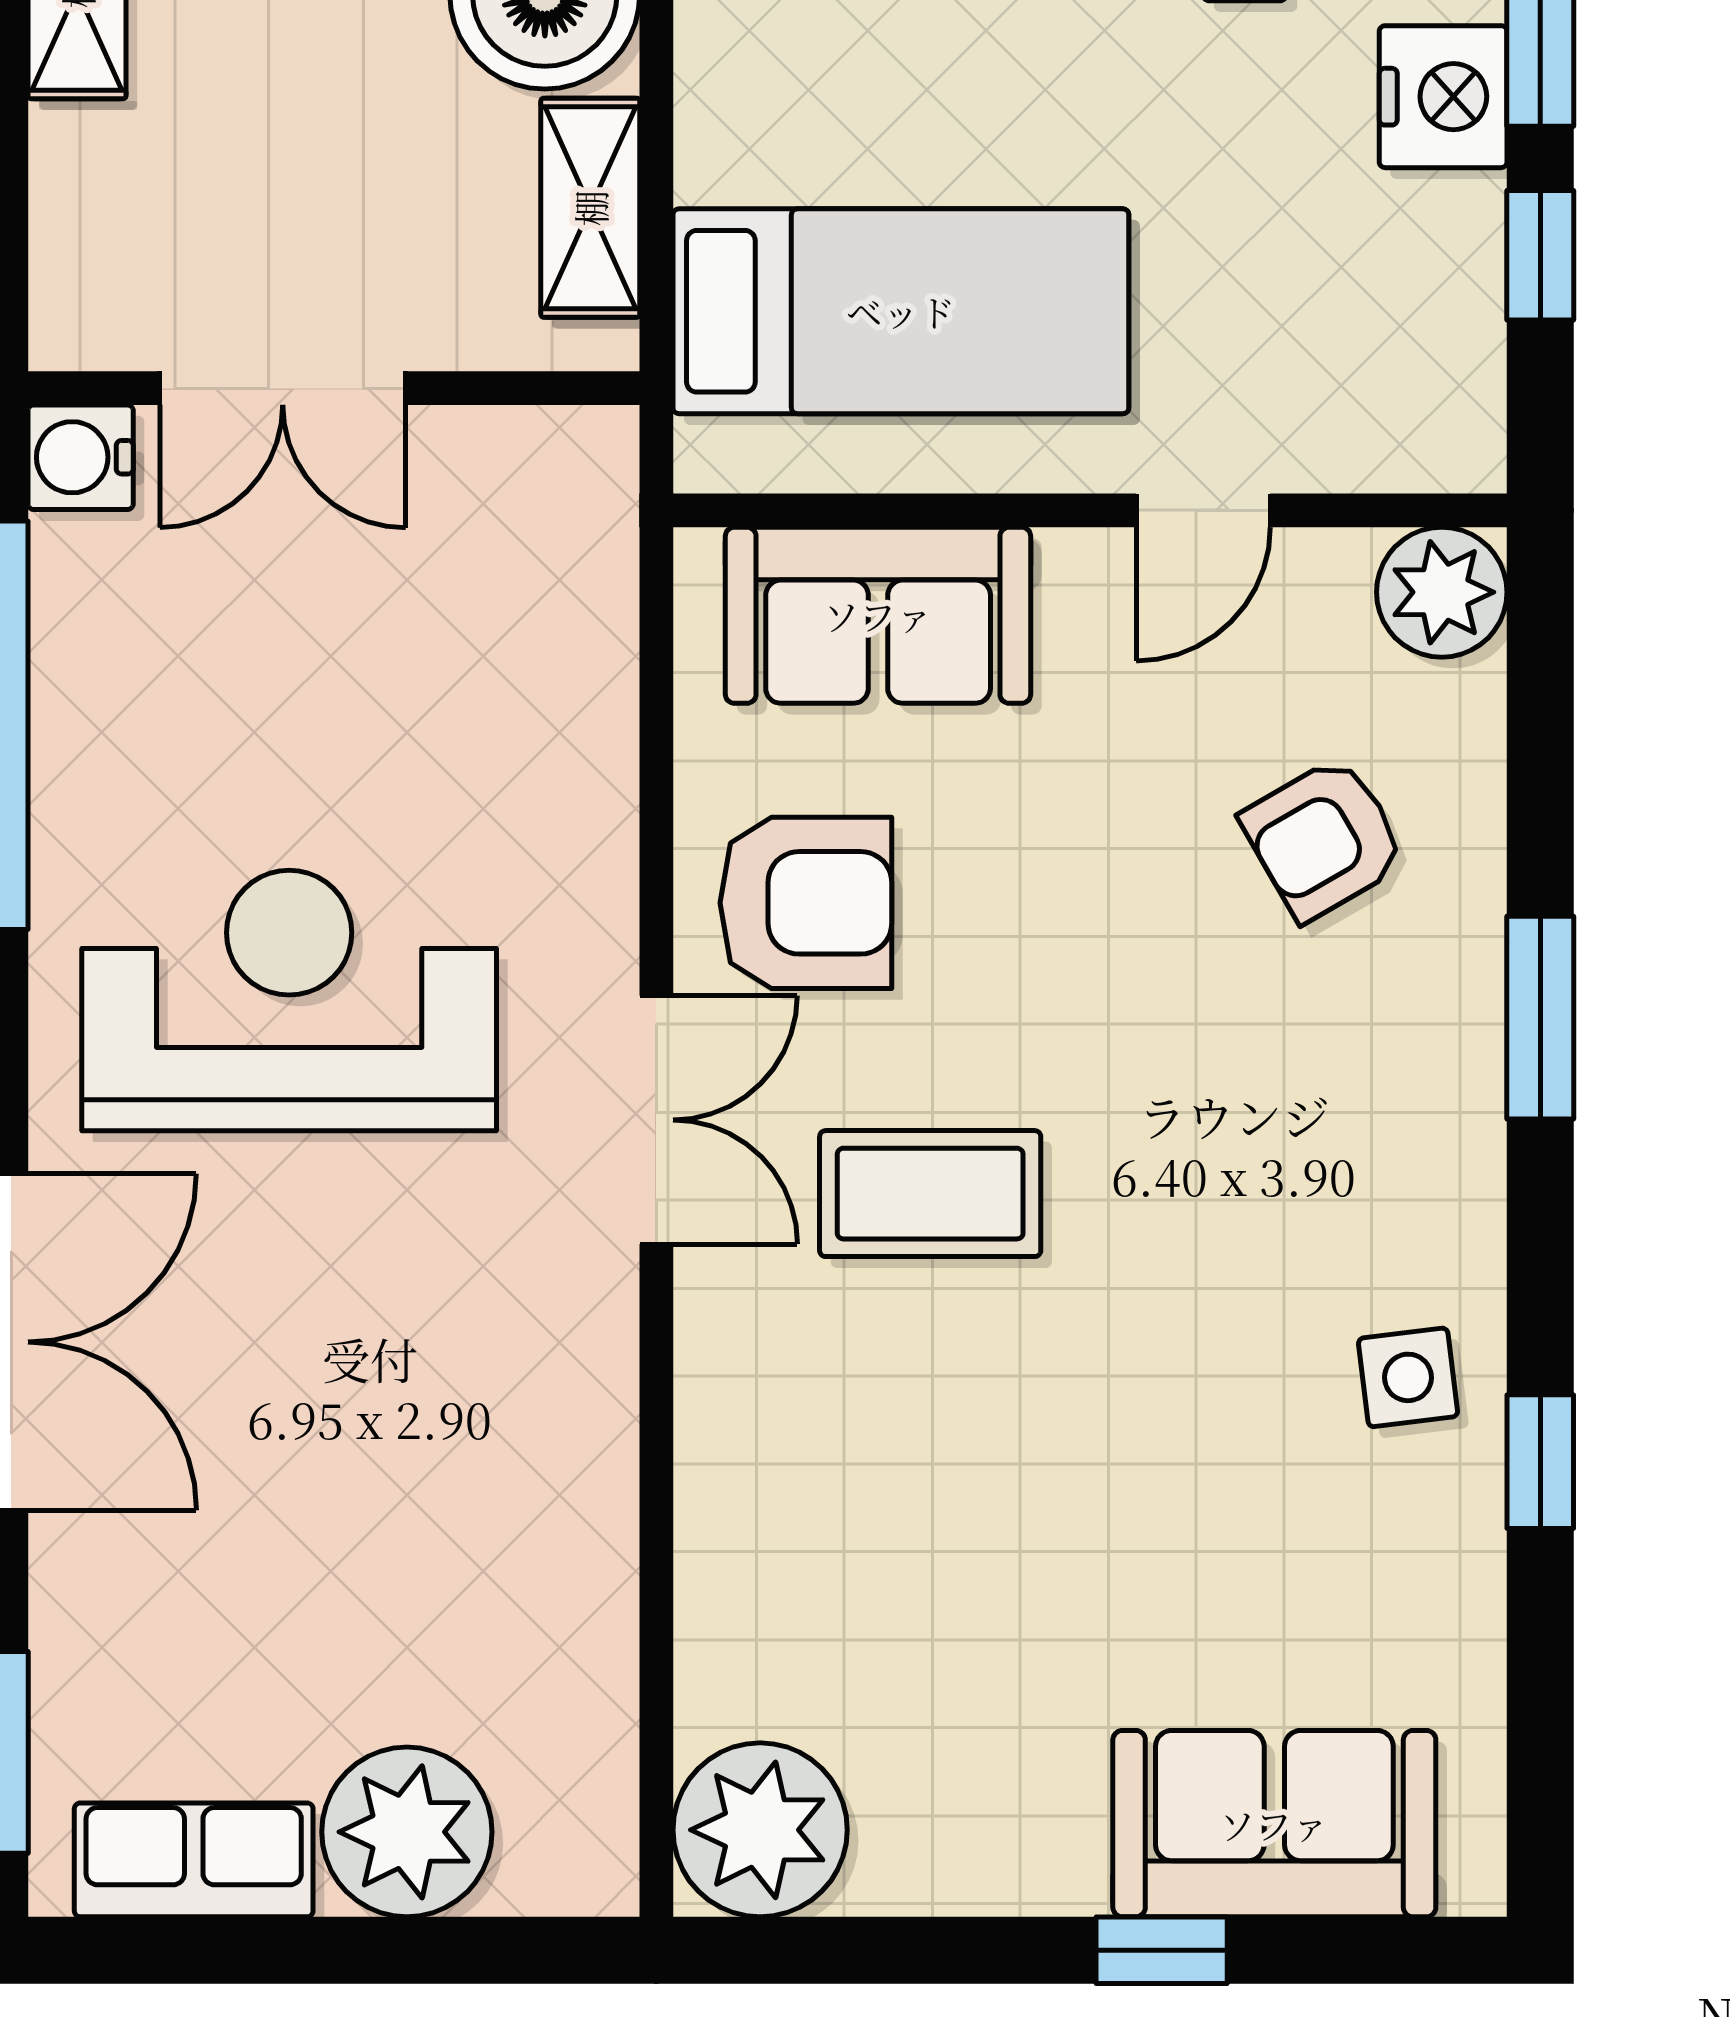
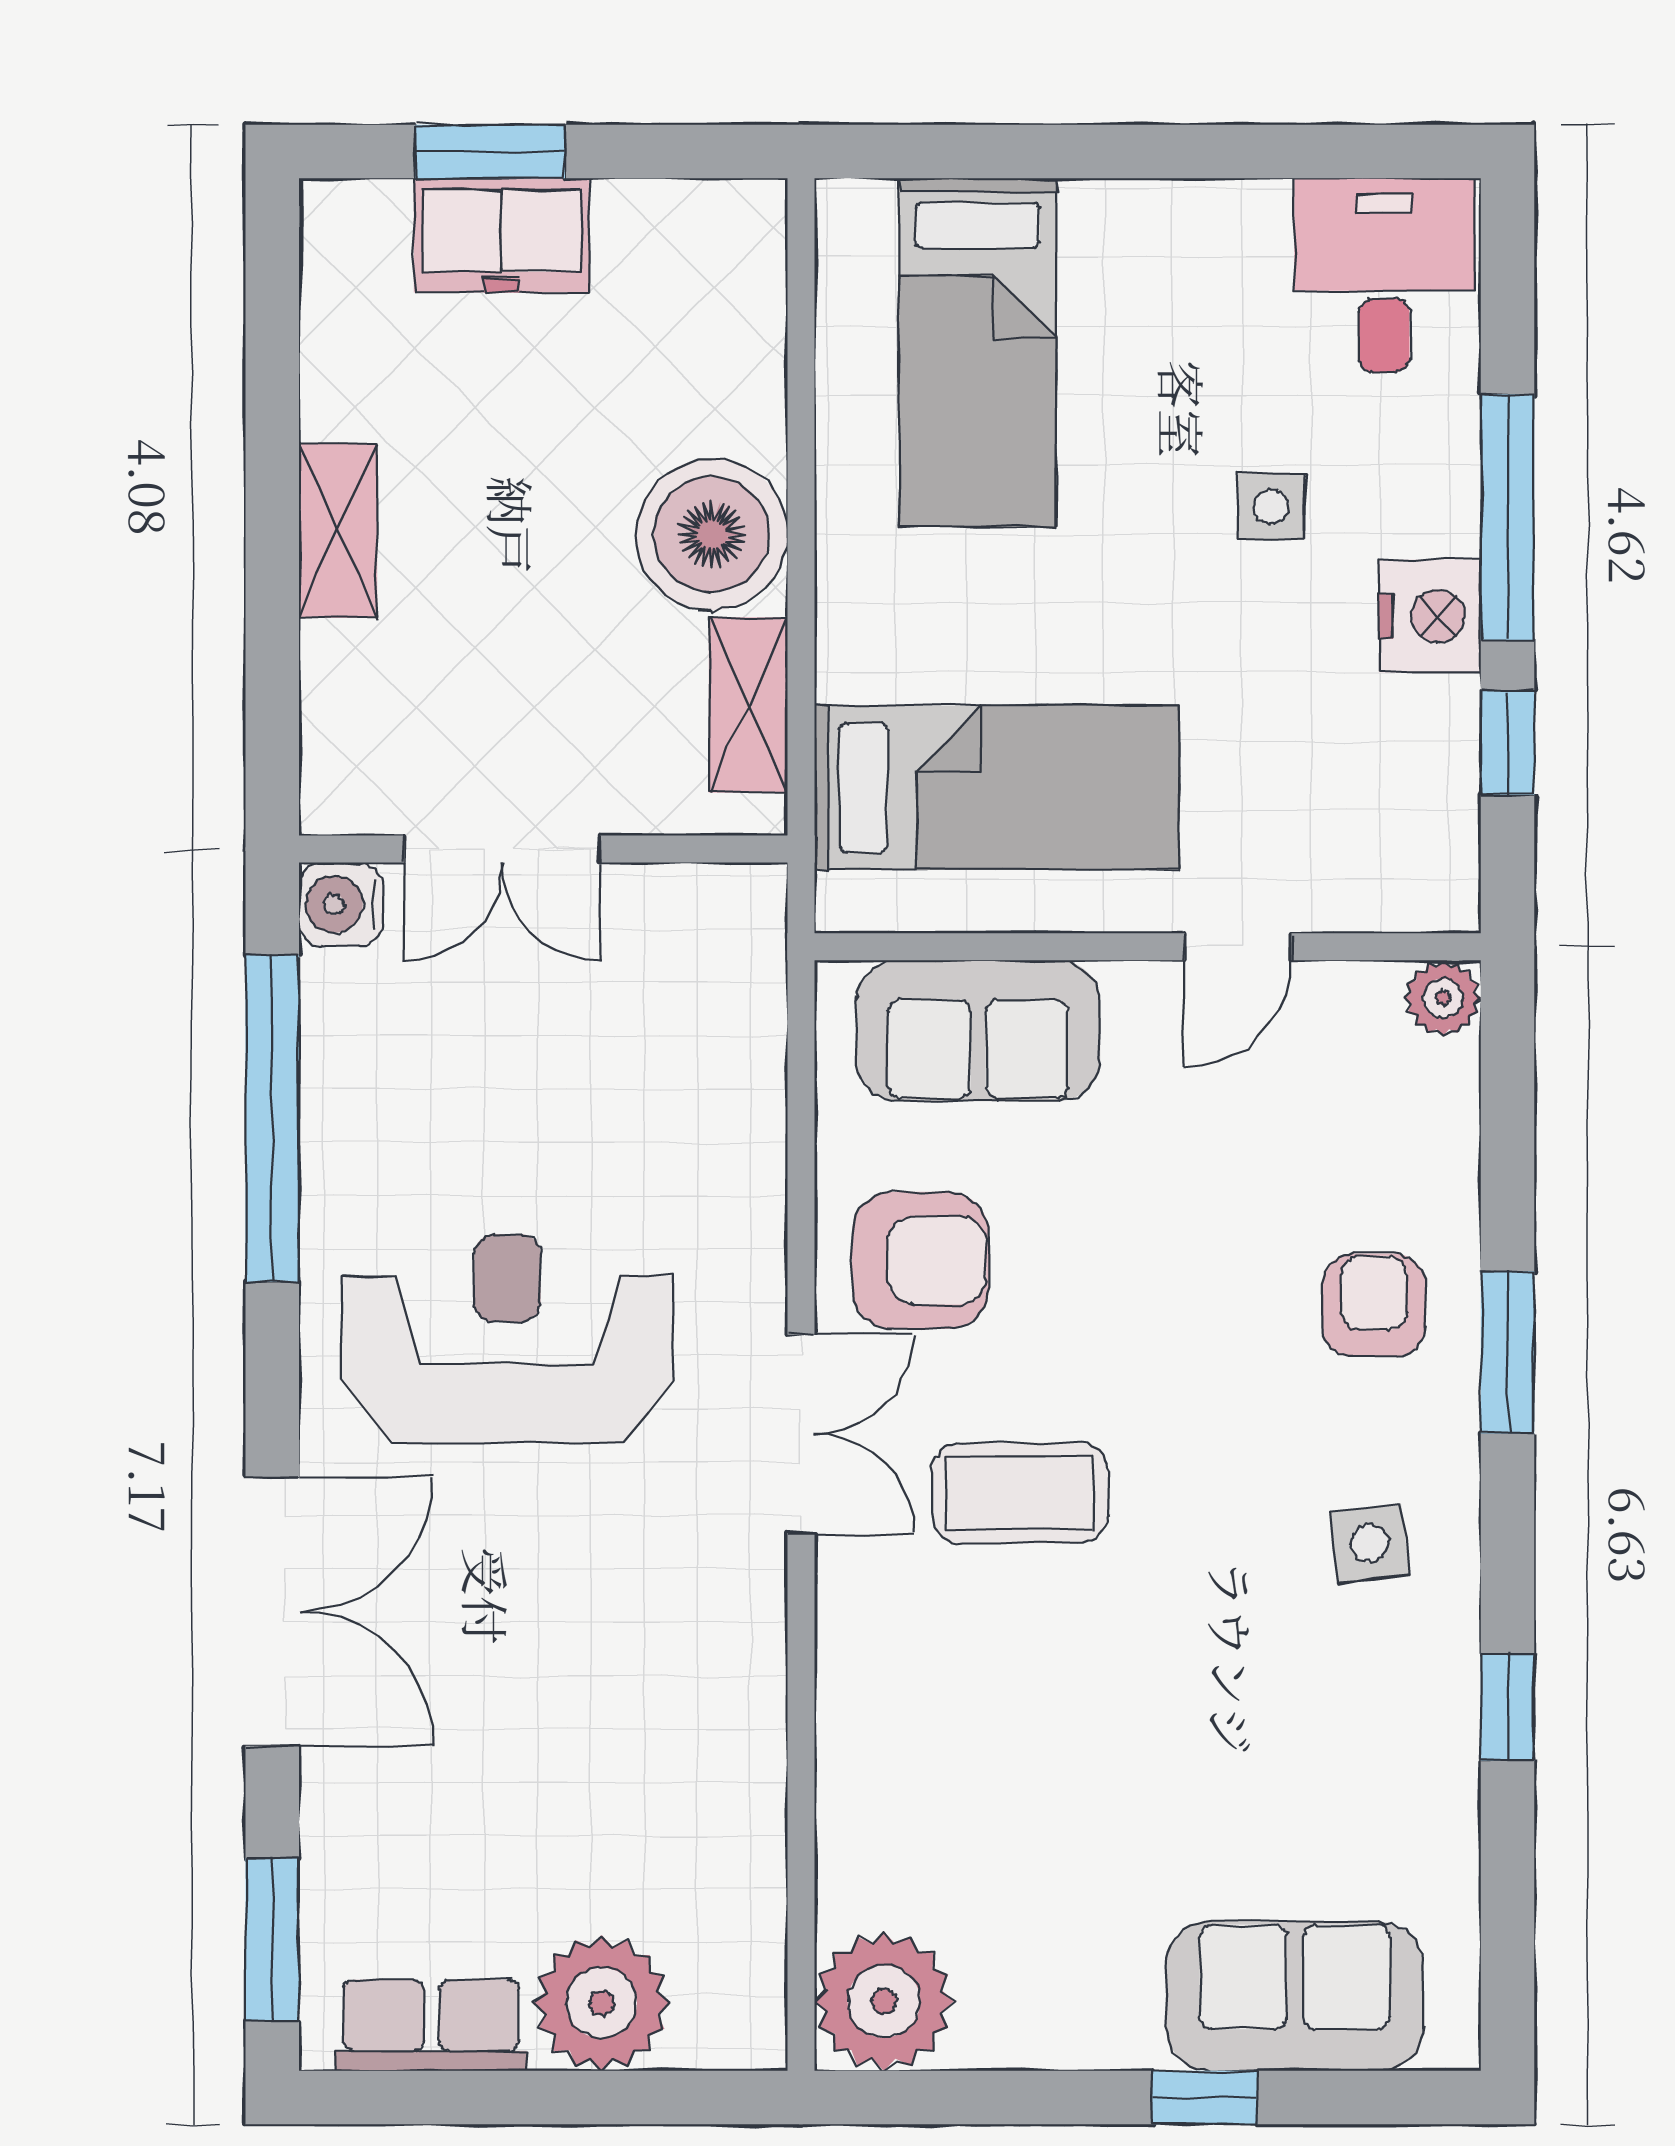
plant: (1442, 592) -> (1443, 998), width x0.73, depth x0.73
armchair: (1324, 839) -> (1374, 1305), moved, turned 120
side table: (1408, 1377) -> (1370, 1543), moved

